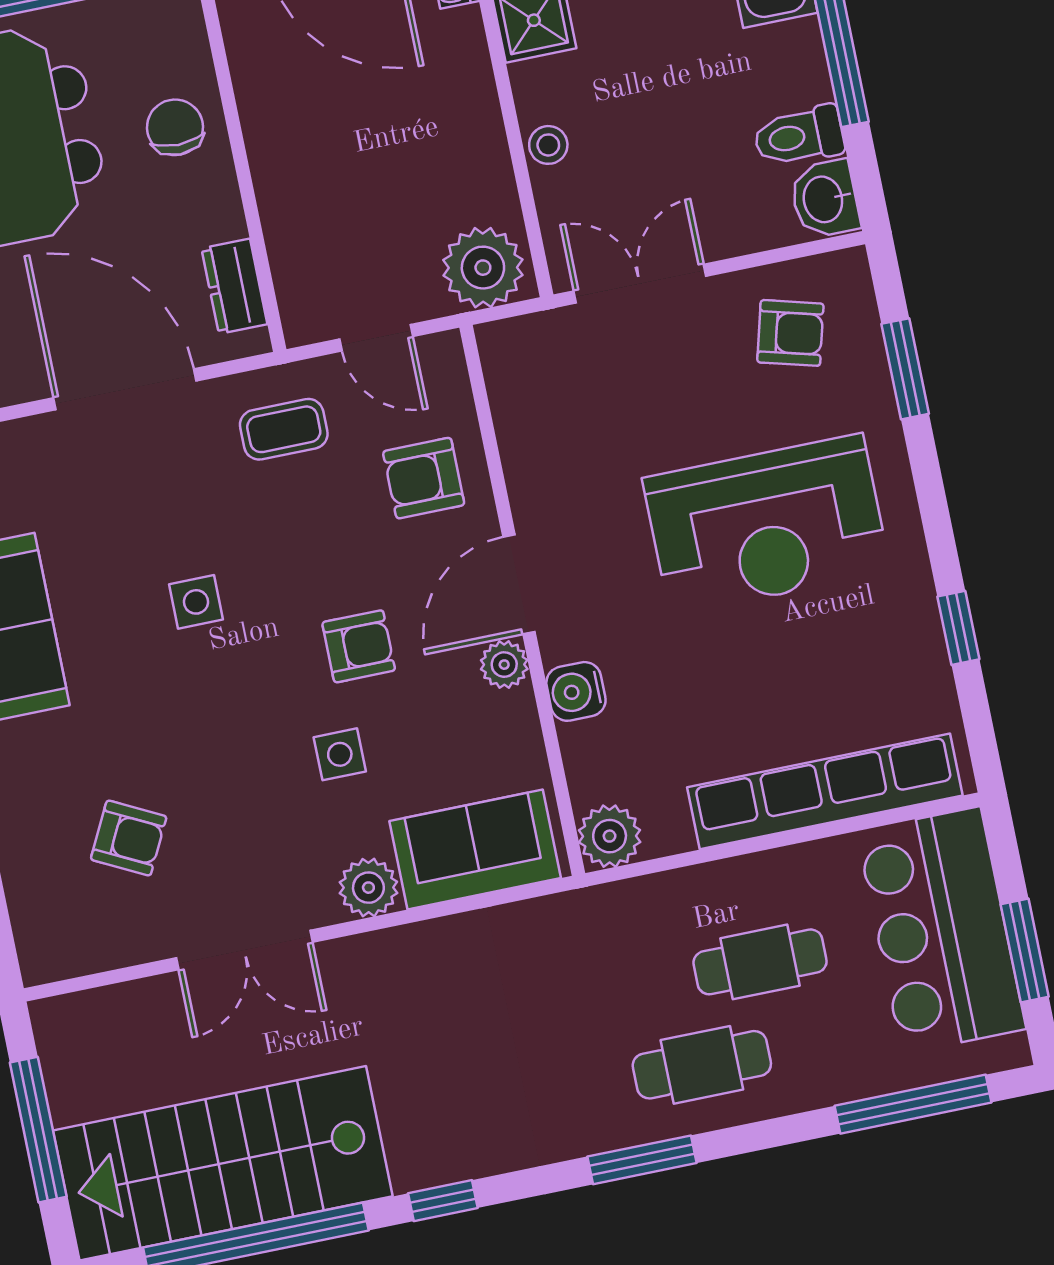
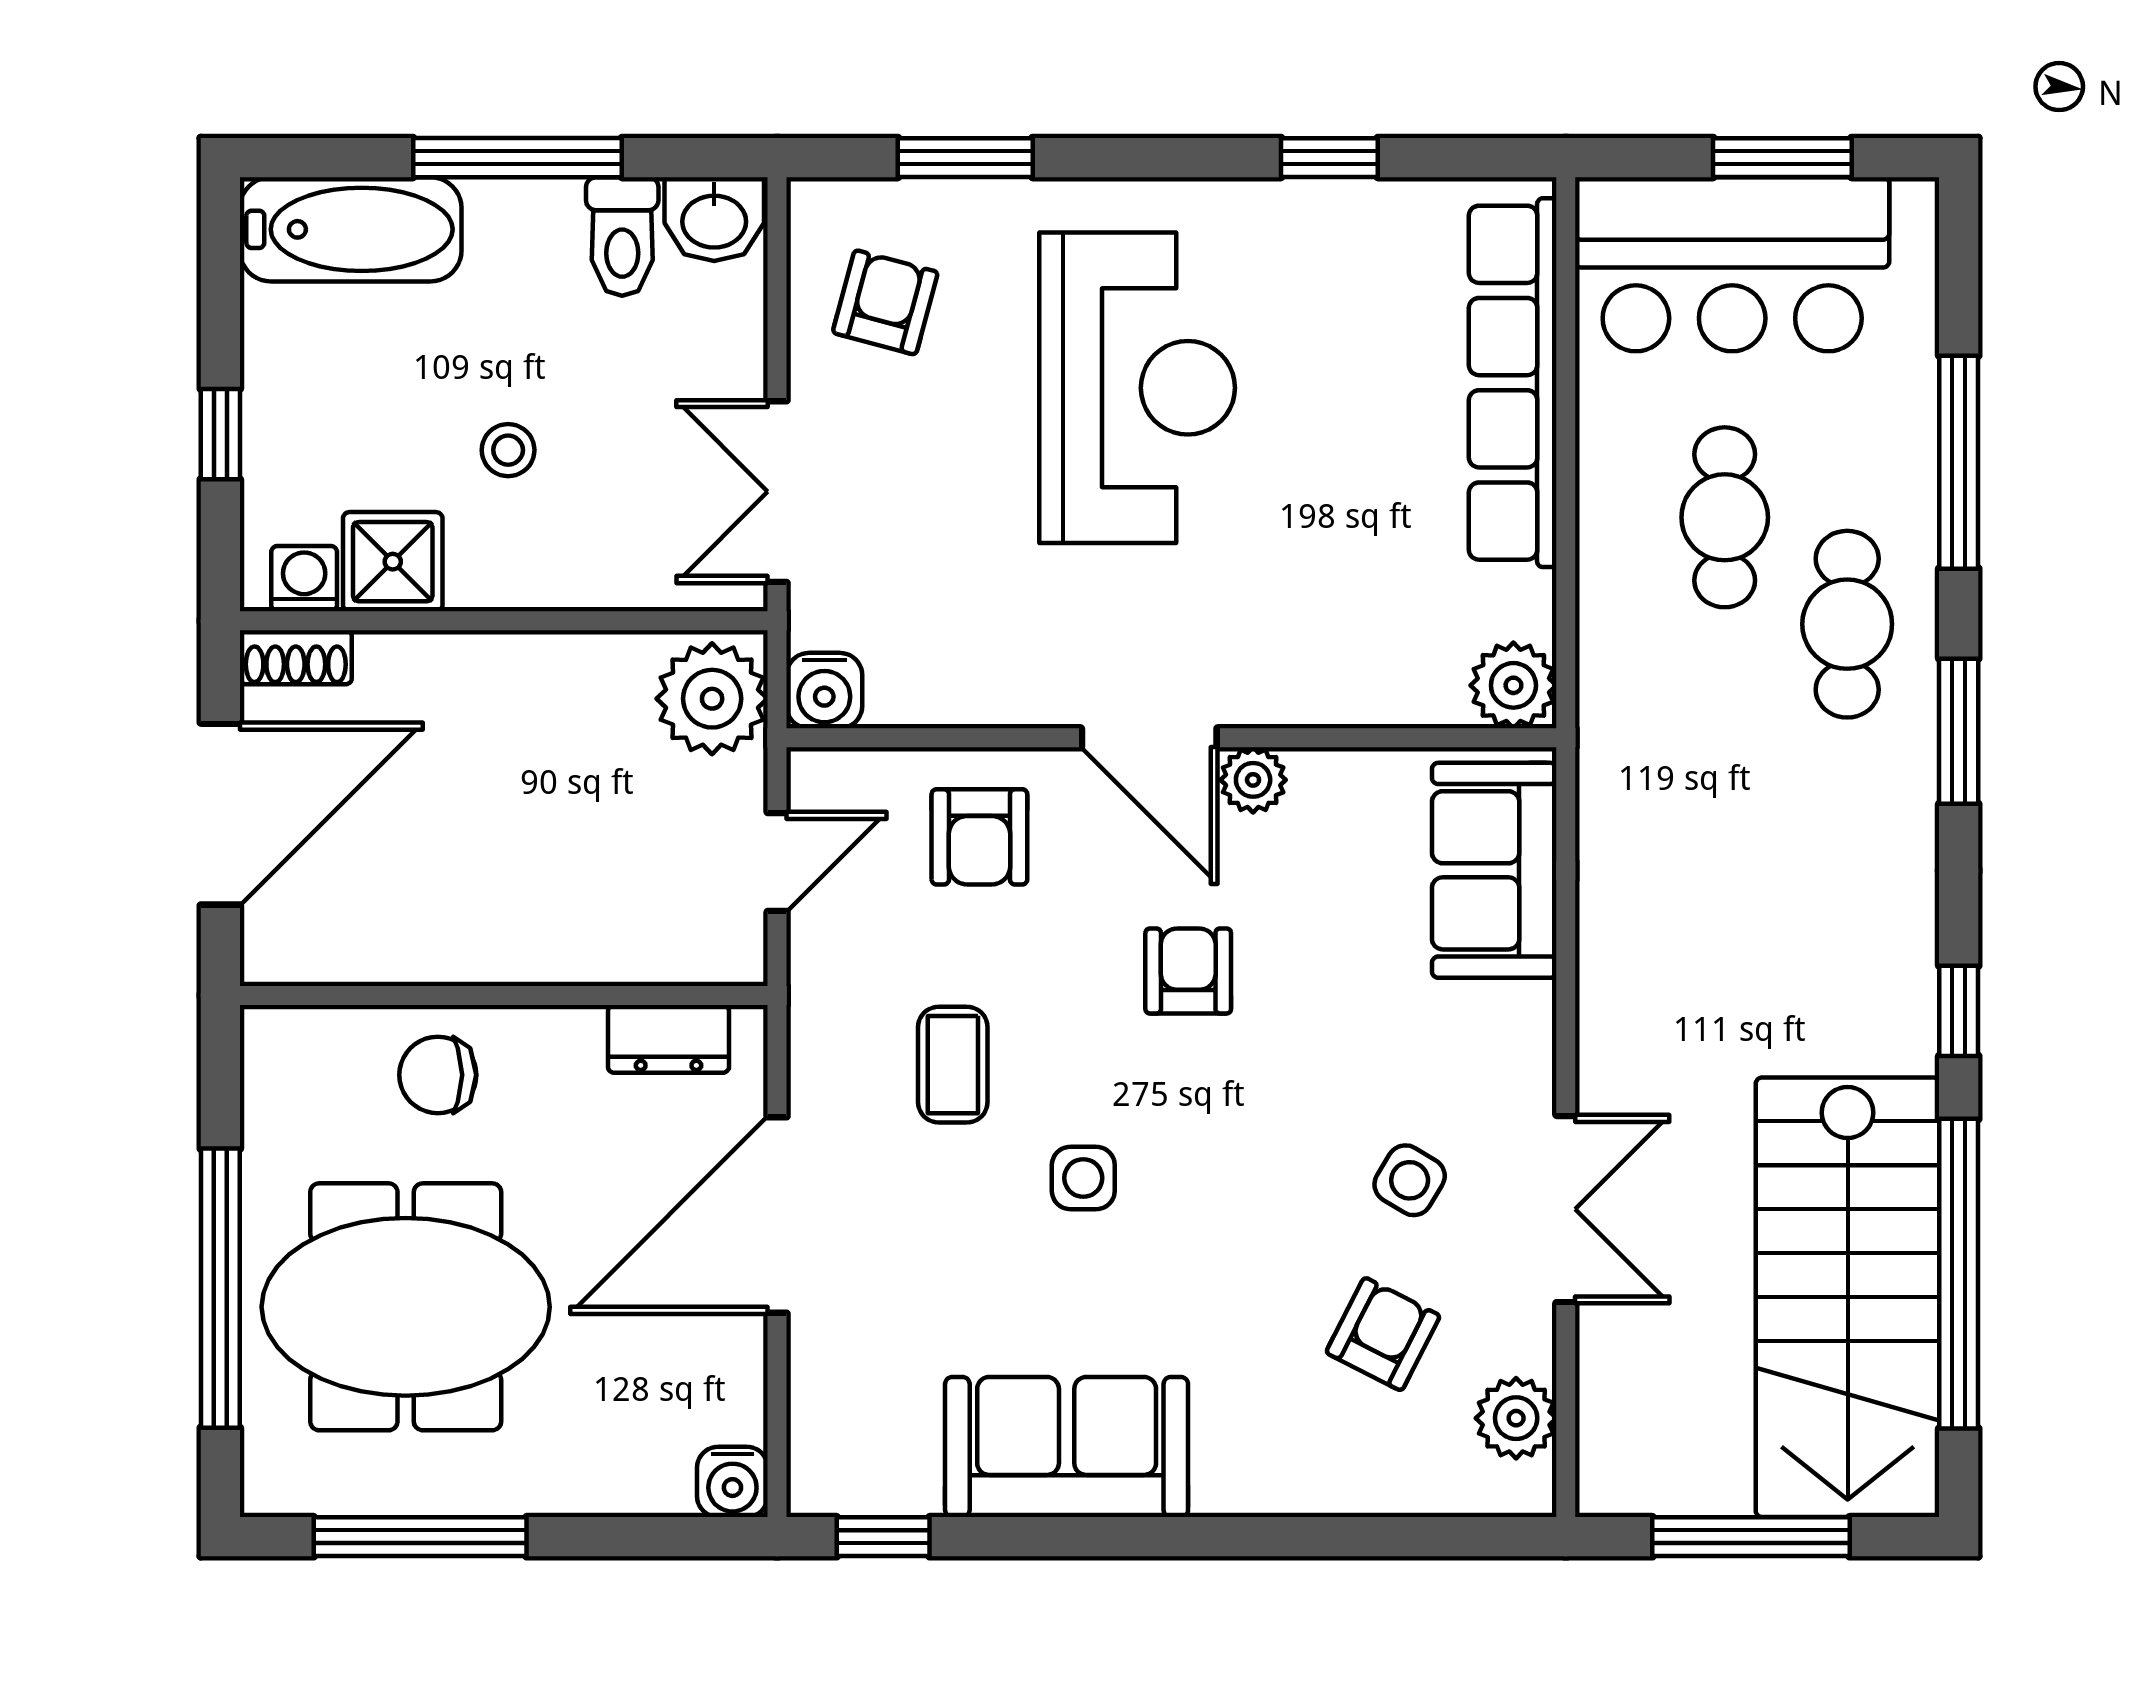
stool: (548, 145) -> (508, 450), moved
coffee table: (284, 429) -> (953, 1065), moved
water cooler: (576, 691) -> (824, 691), moved
side table: (340, 754) -> (1410, 1180), moved, turned 31
plant: (368, 888) -> (1516, 1418), moved
window: (913, 1104) -> (1959, 462), moved

